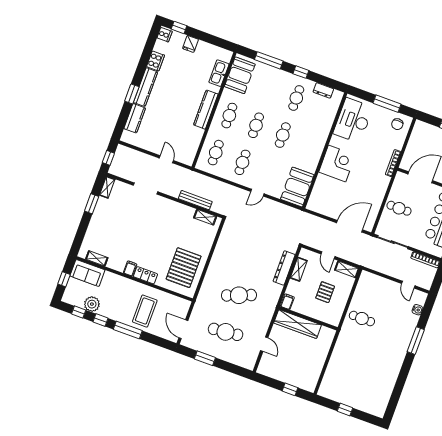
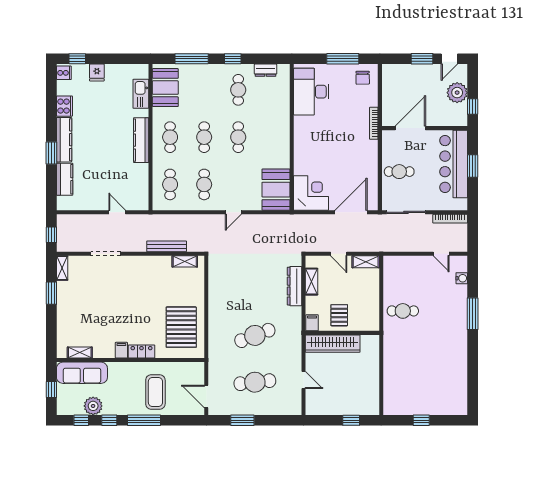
corner desk: (337, 164) -> (311, 193), moved
sofa: (87, 273) -> (82, 373), width x1.36
pallet: (325, 292) -> (339, 315), moved

